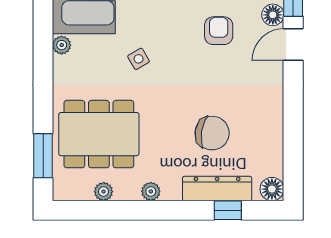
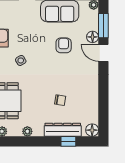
door: (293, 45) -> (103, 53), hinge flipped
chair: (212, 133) -> (60, 100), width x0.54, depth x0.54

